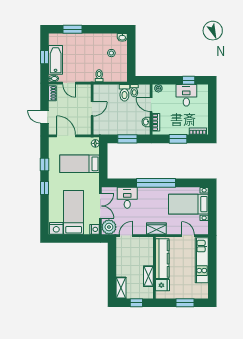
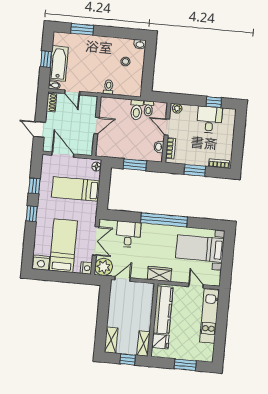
shelving: (148, 276) -> (143, 344), moved

